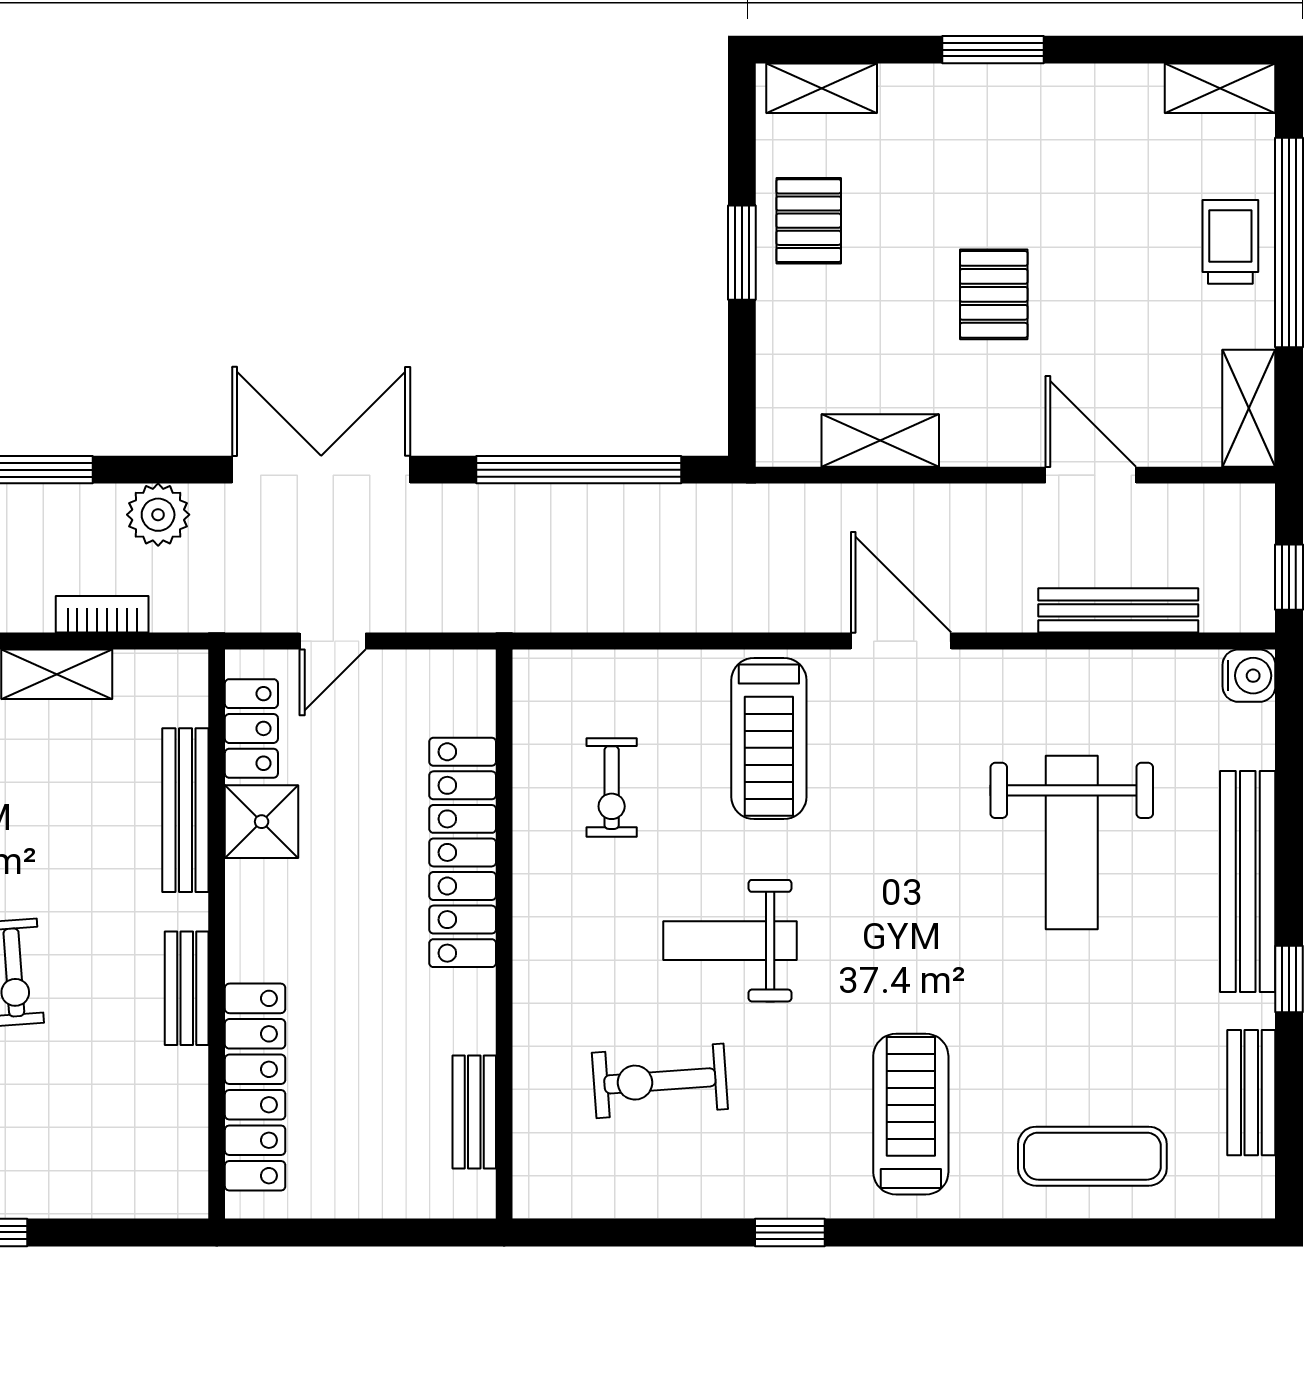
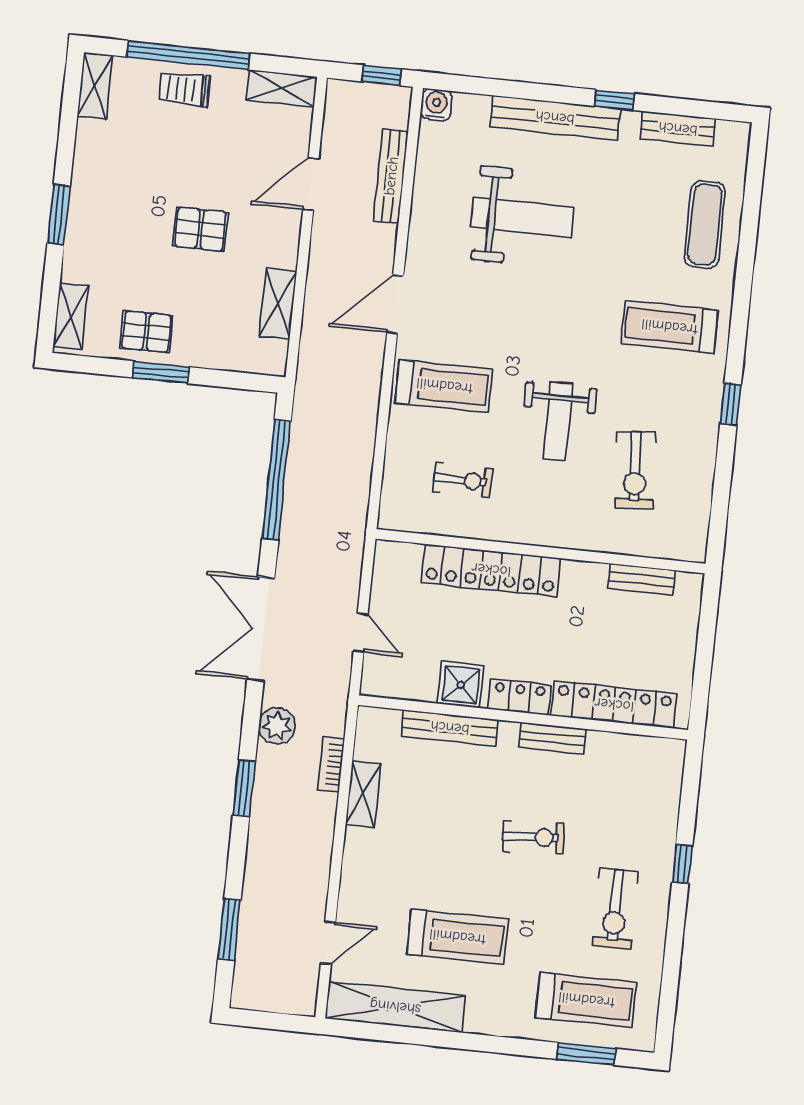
locker: (251, 728) -> (519, 697), moved

